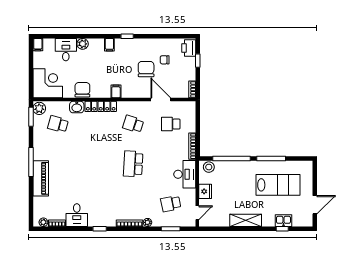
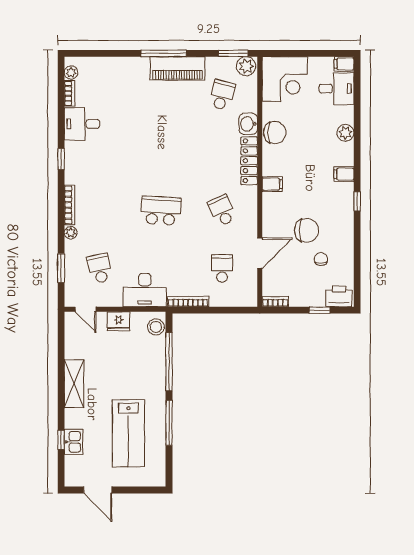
desk: (66, 50) -> (336, 89), moved
school desk: (133, 124) -> (222, 211), turned -42
piano: (41, 178) -> (178, 68), moved

